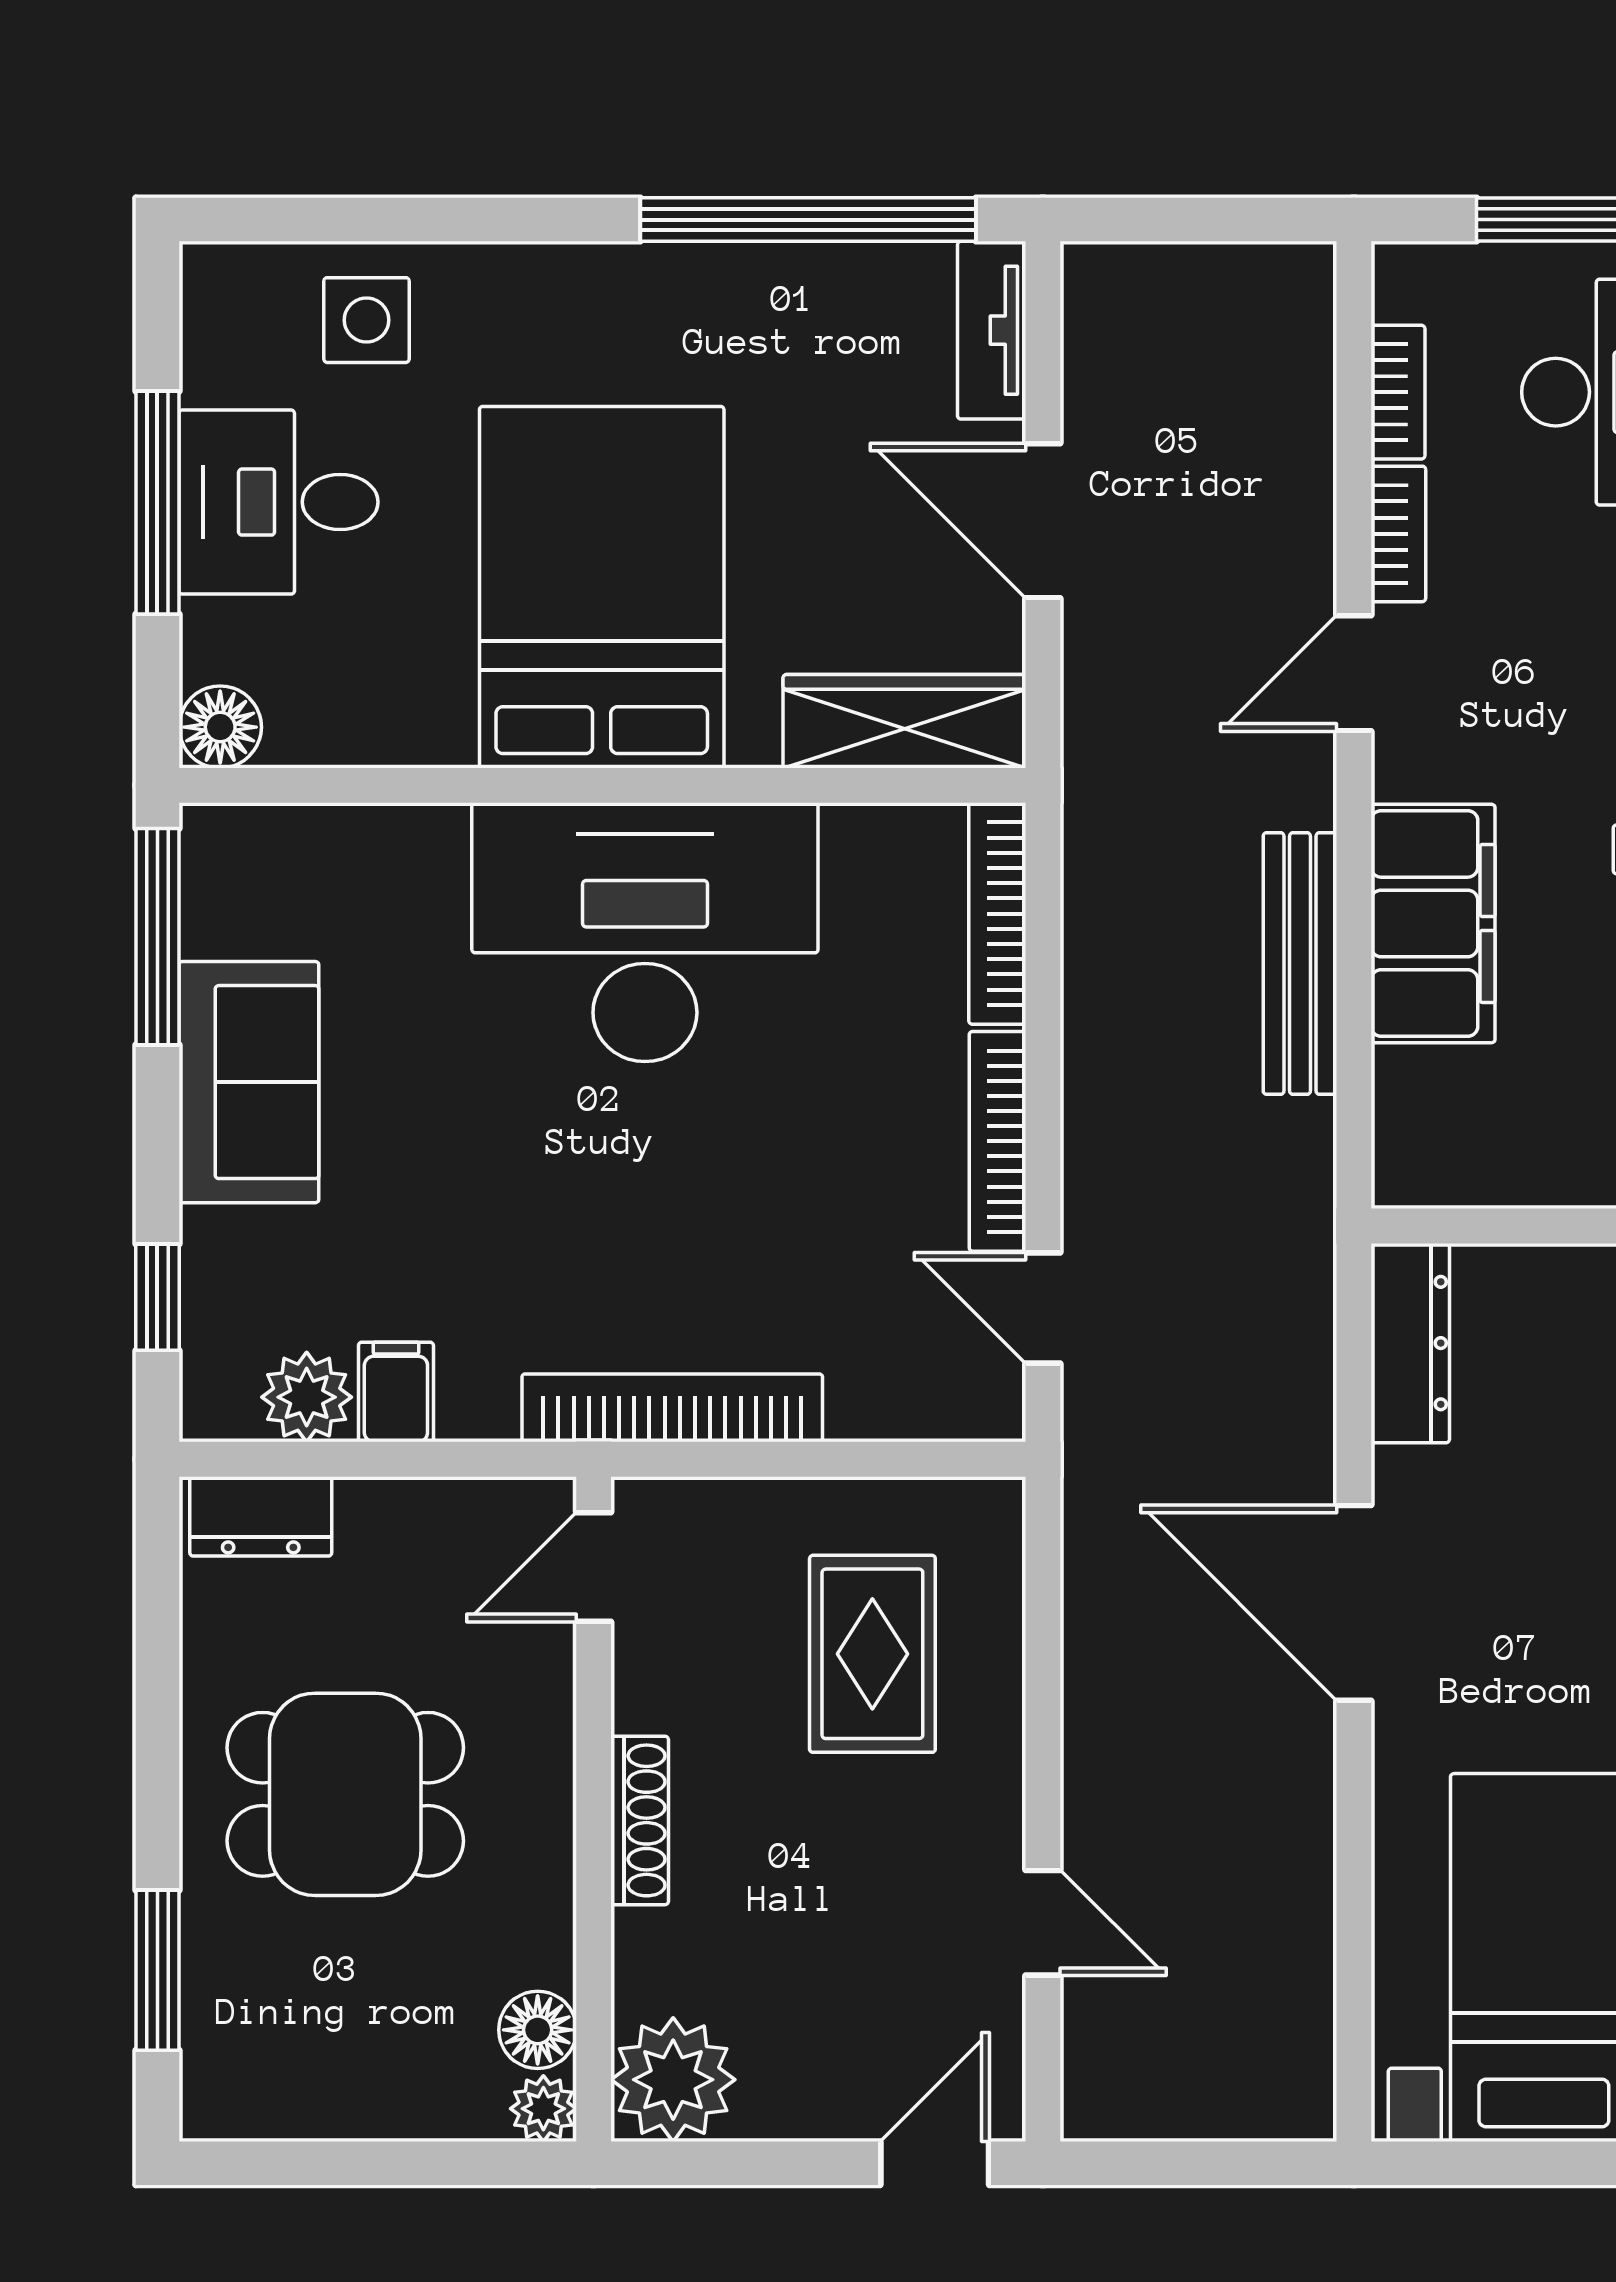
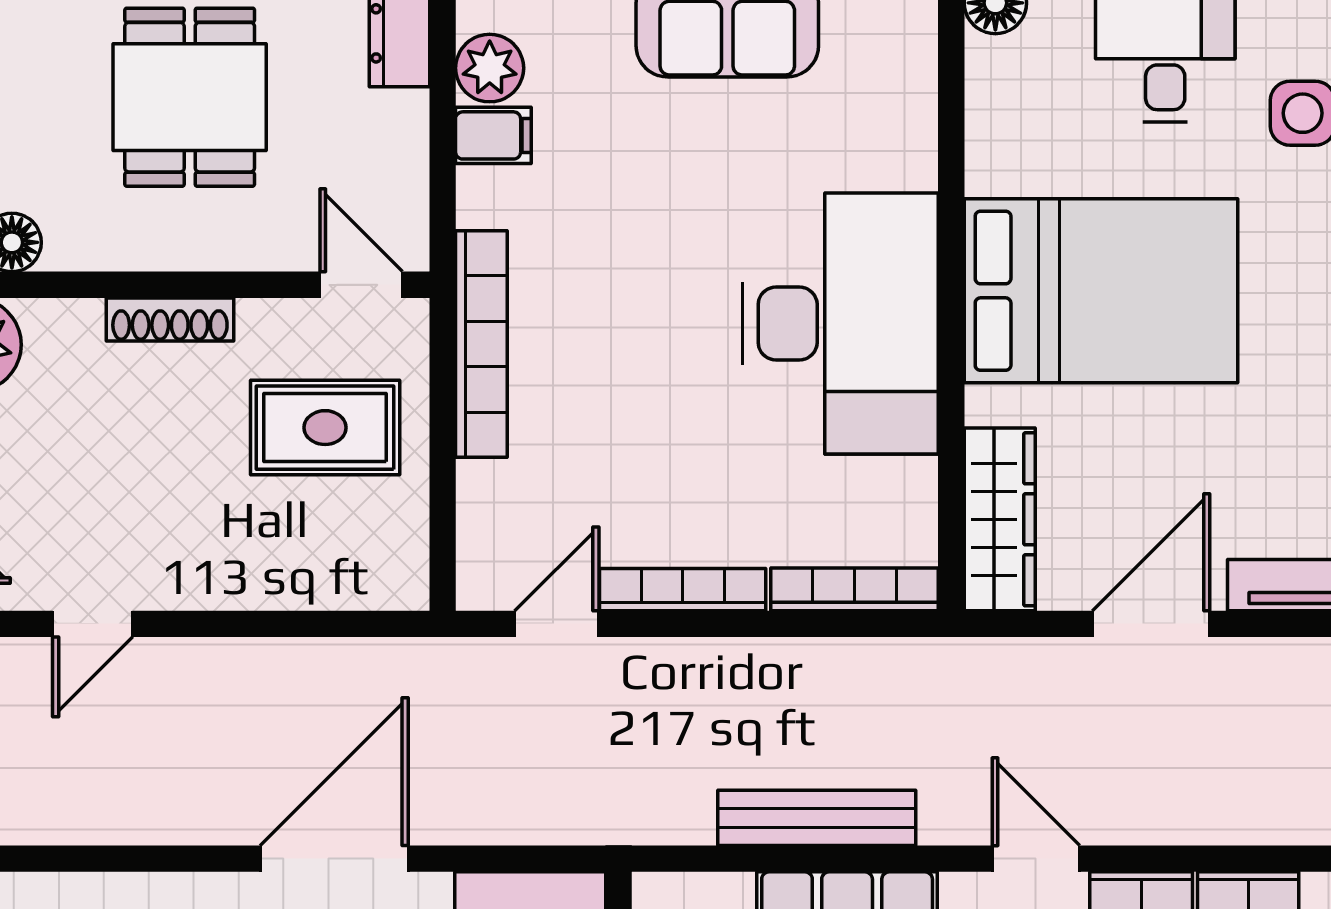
rug: (872, 1654) -> (325, 428), moved

